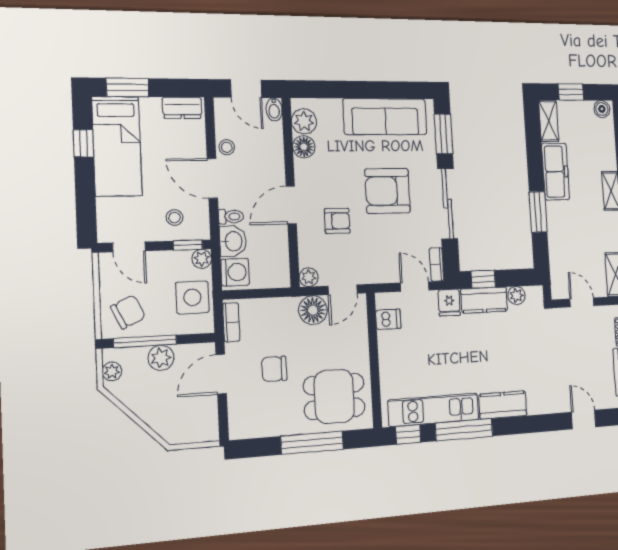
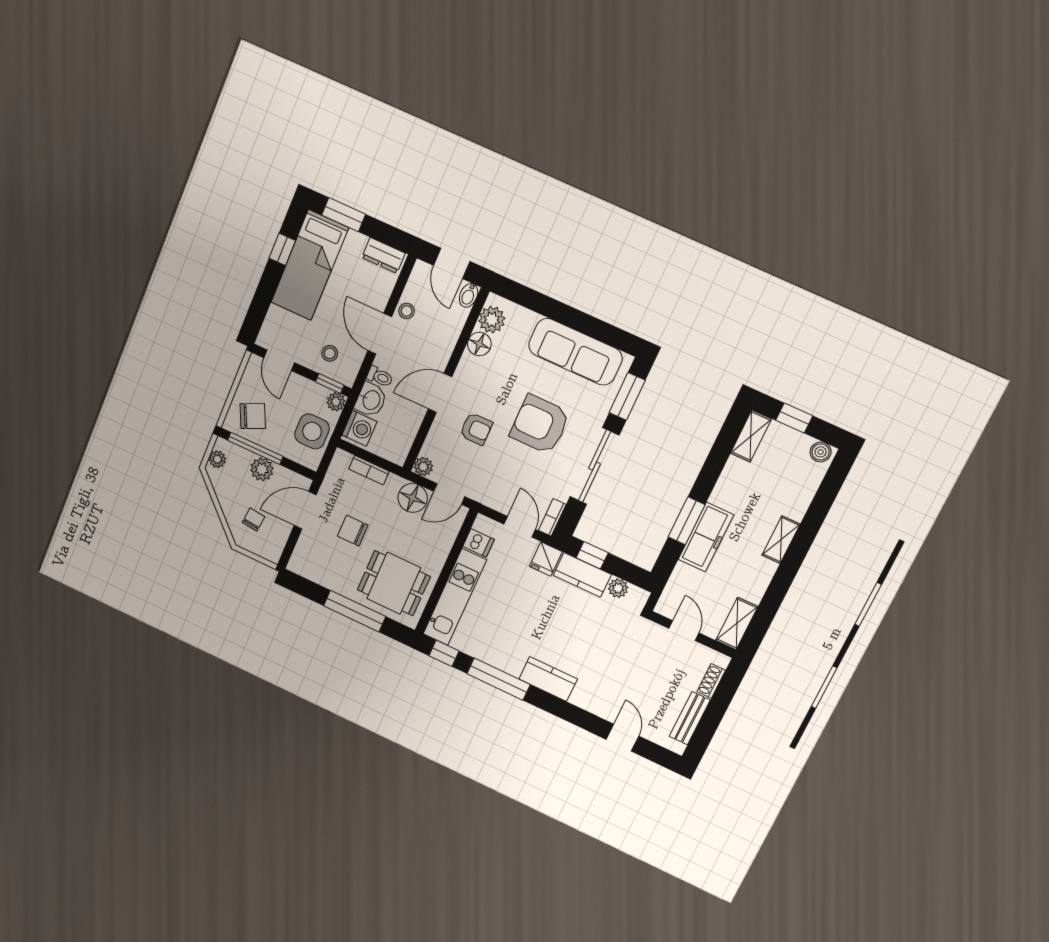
freezer: (556, 172) -> (706, 537), moved
bookcase: (231, 322) -> (369, 470), moved, turned 90
chair: (176, 410) -> (254, 519), added
kitchen unit: (434, 410) -> (455, 597), moved, turned 90

